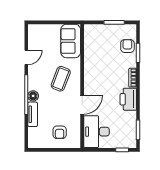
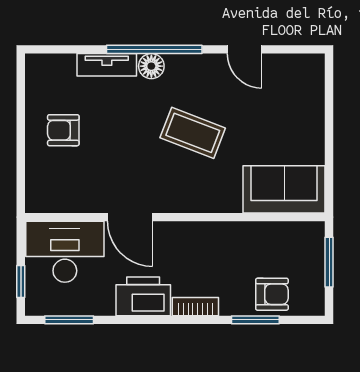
sofa: (71, 41) -> (284, 189), moved
wall: (82, 86) -> (175, 217), moved
door: (82, 105) -> (130, 217), moved
desk: (96, 132) -> (65, 252), moved

